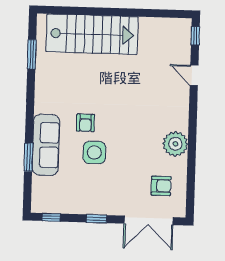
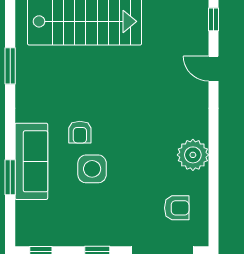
window: (32, 54) -> (10, 66), moved

